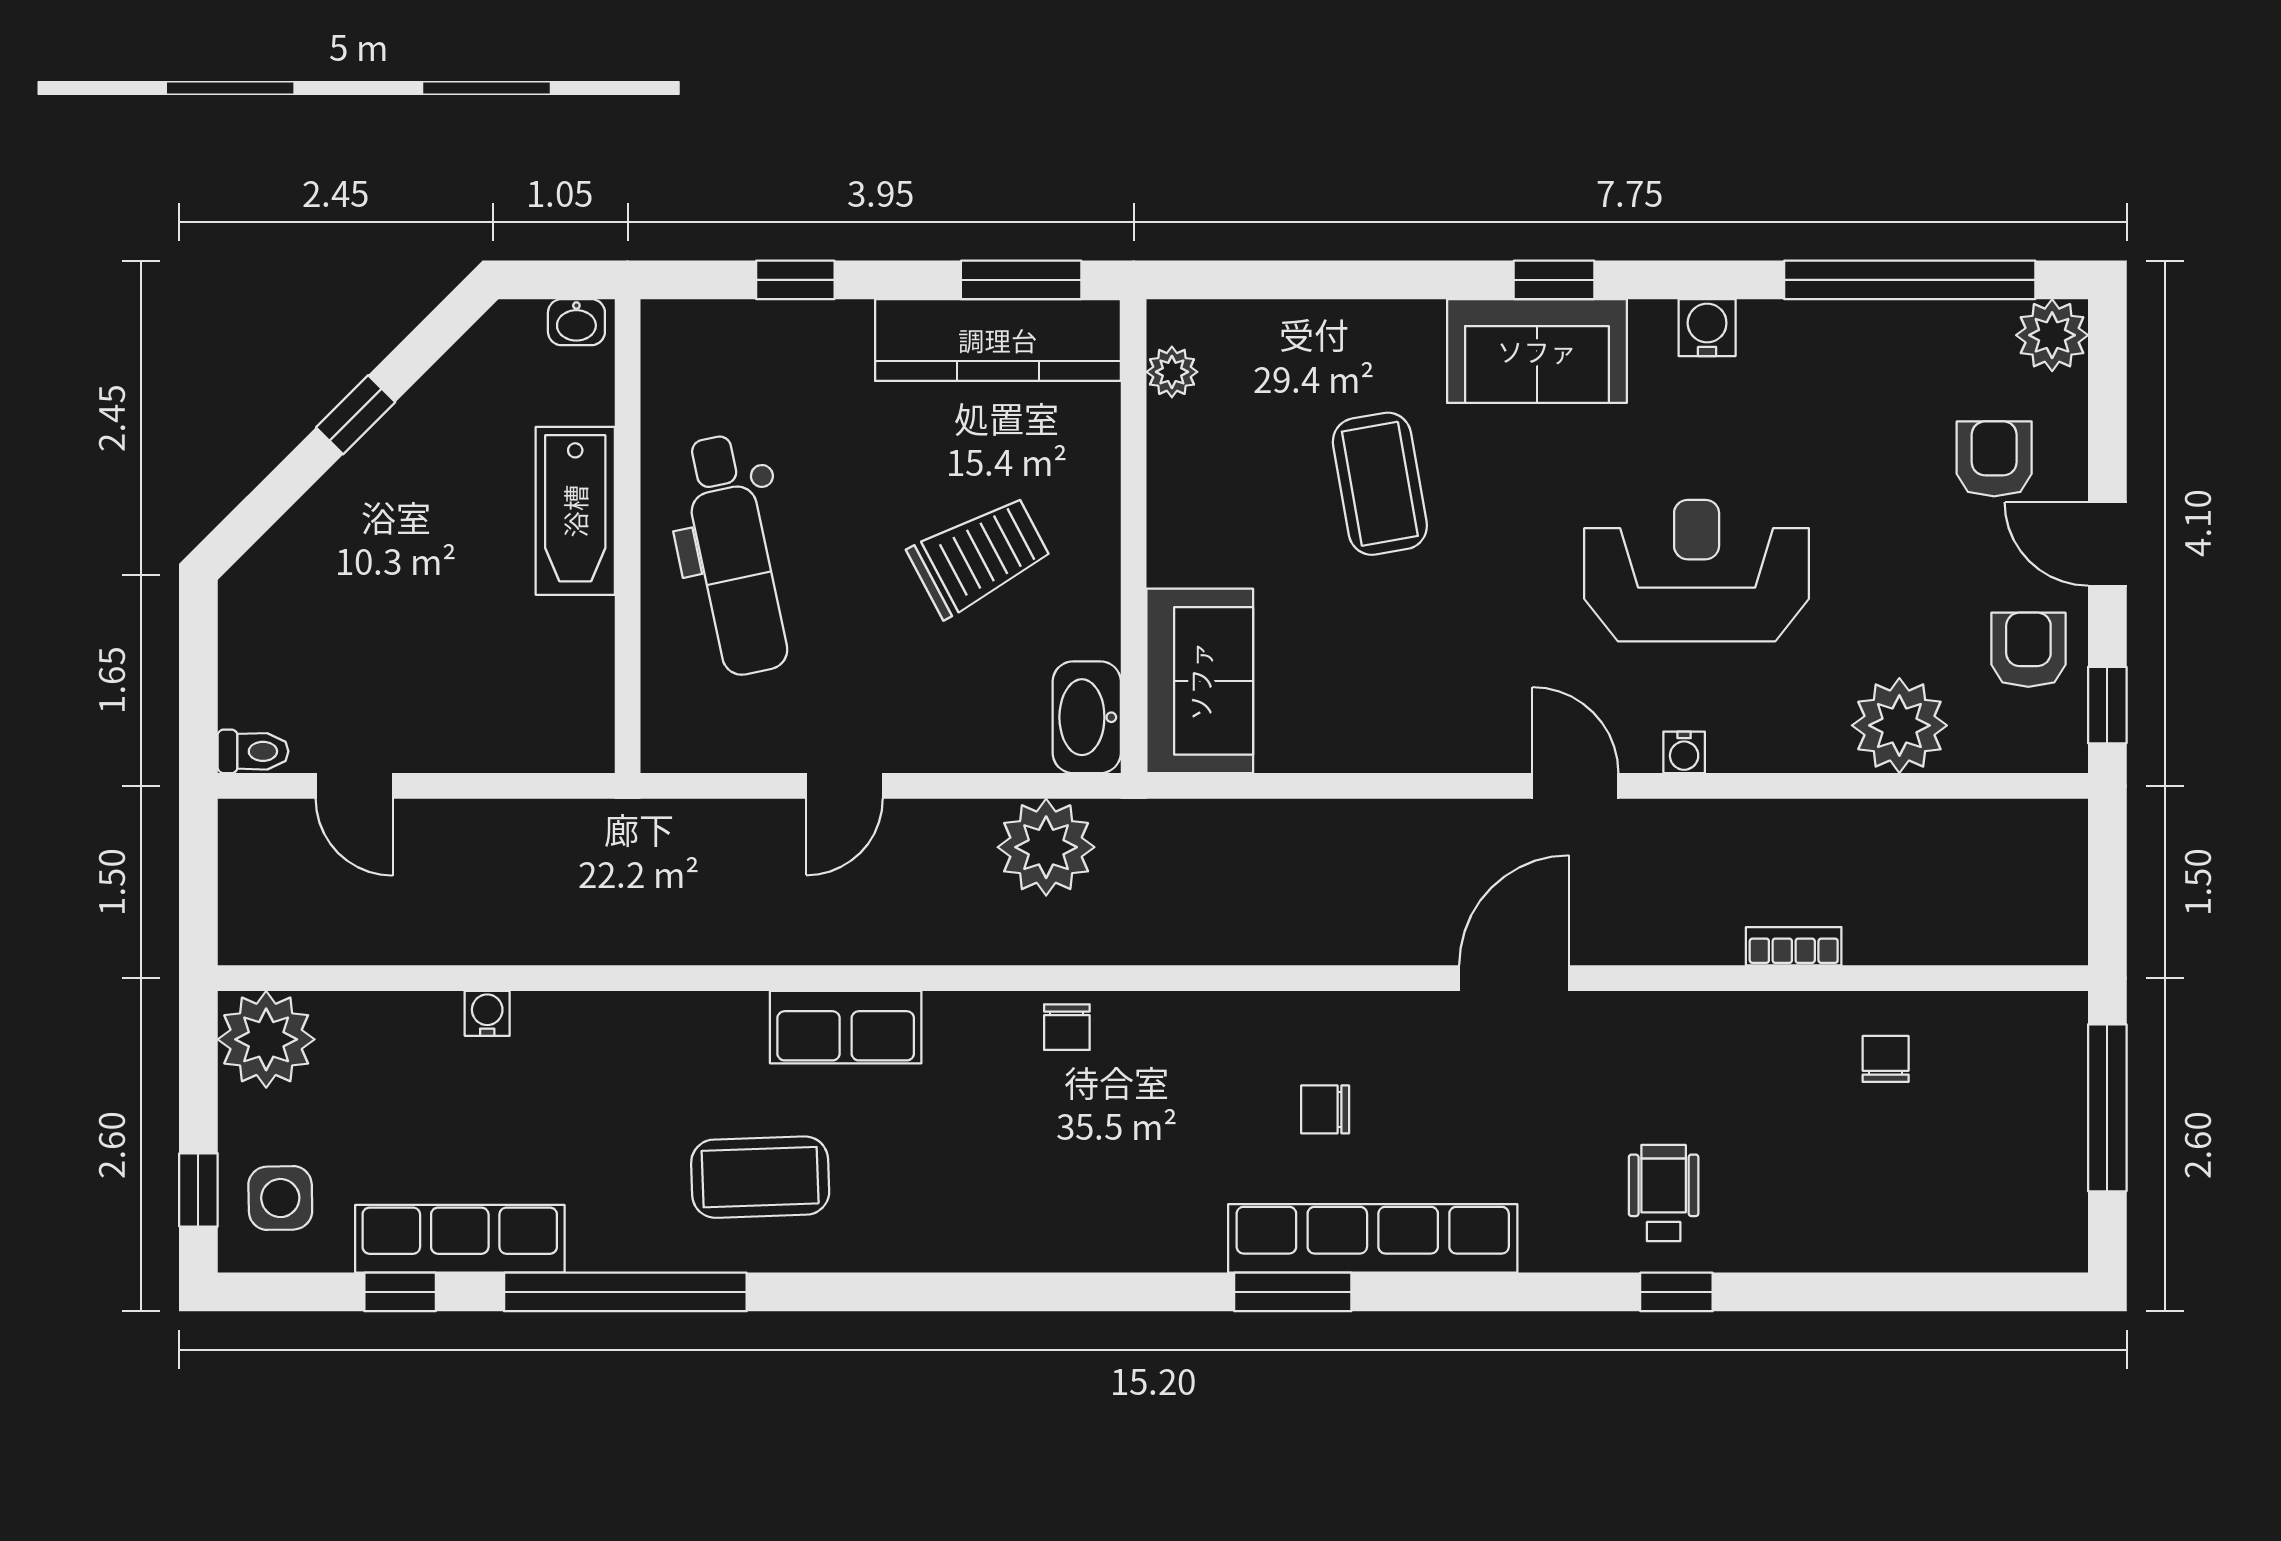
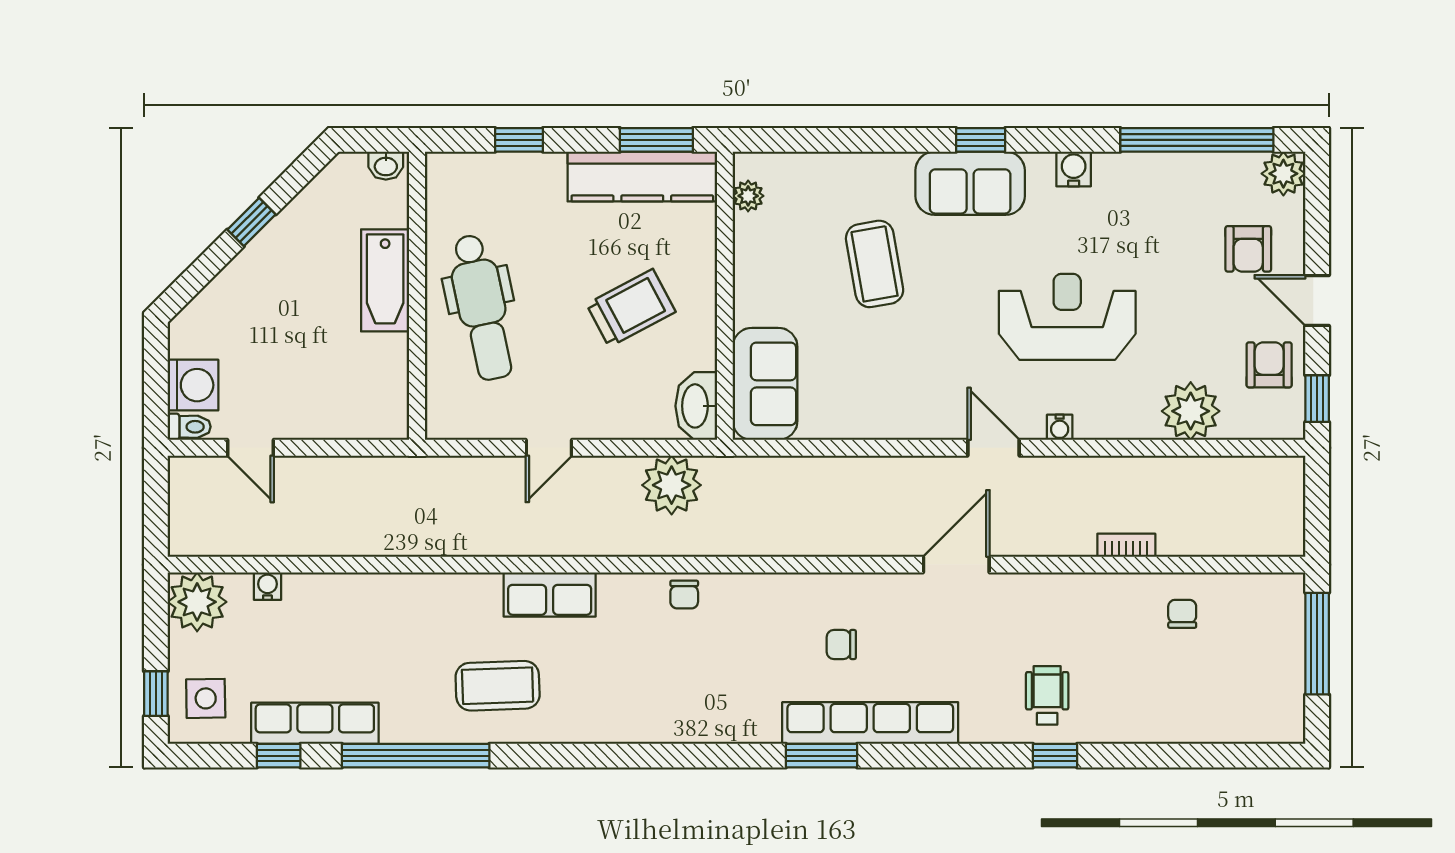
armchair: (1994, 459) -> (1248, 249), turned 180
washing machine: (259, 683) -> (193, 385), added
water cooler: (487, 1013) -> (267, 586), moved

